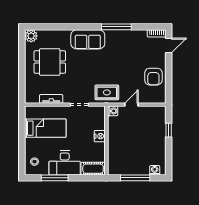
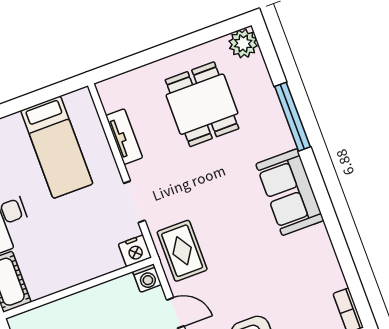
window: (116, 27) -> (292, 117), moved
sofa: (88, 39) -> (290, 192), moved
nightstand: (100, 136) -> (135, 251), moved

